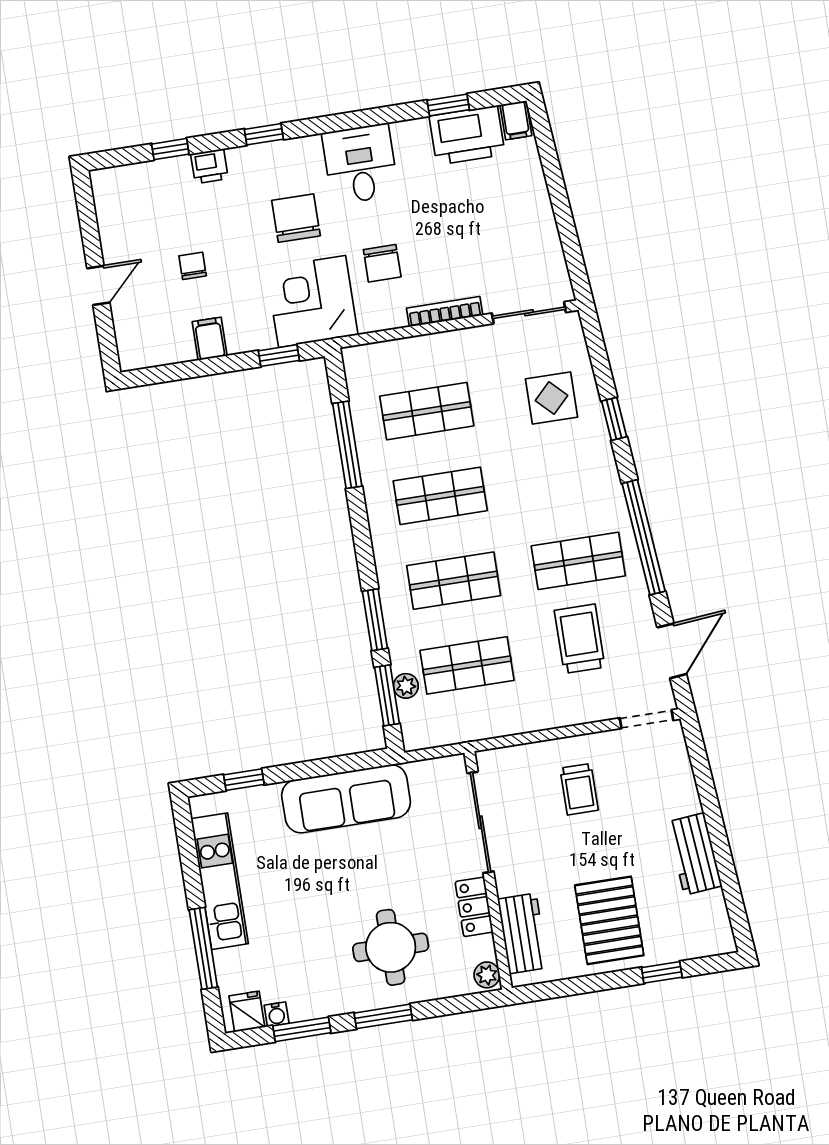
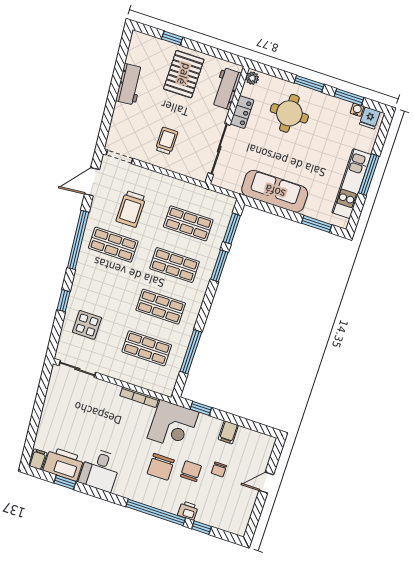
window: (264, 134) -> (156, 512), width x3.17
desk: (360, 164) -> (100, 470), moved
chair: (382, 263) -> (191, 471), moved
bookcase: (445, 312) -> (139, 397), moved
plant: (406, 686) -> (221, 228), removed
window: (244, 780) -> (317, 224), width x1.50
window: (203, 948) -> (369, 175), moved

